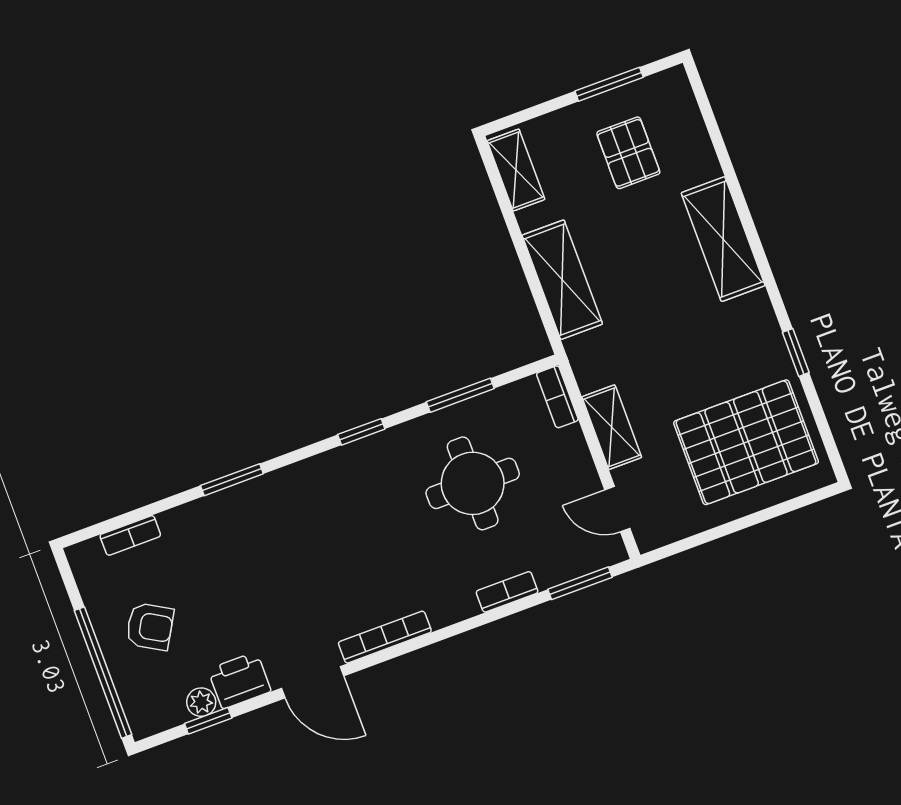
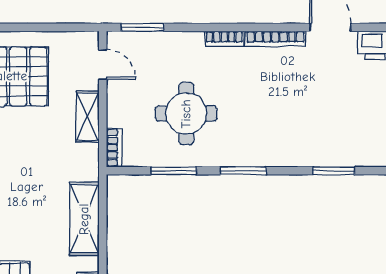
window: (361, 432) -> (243, 171), width x1.50
bookcase: (507, 592) -> (224, 39), moved

